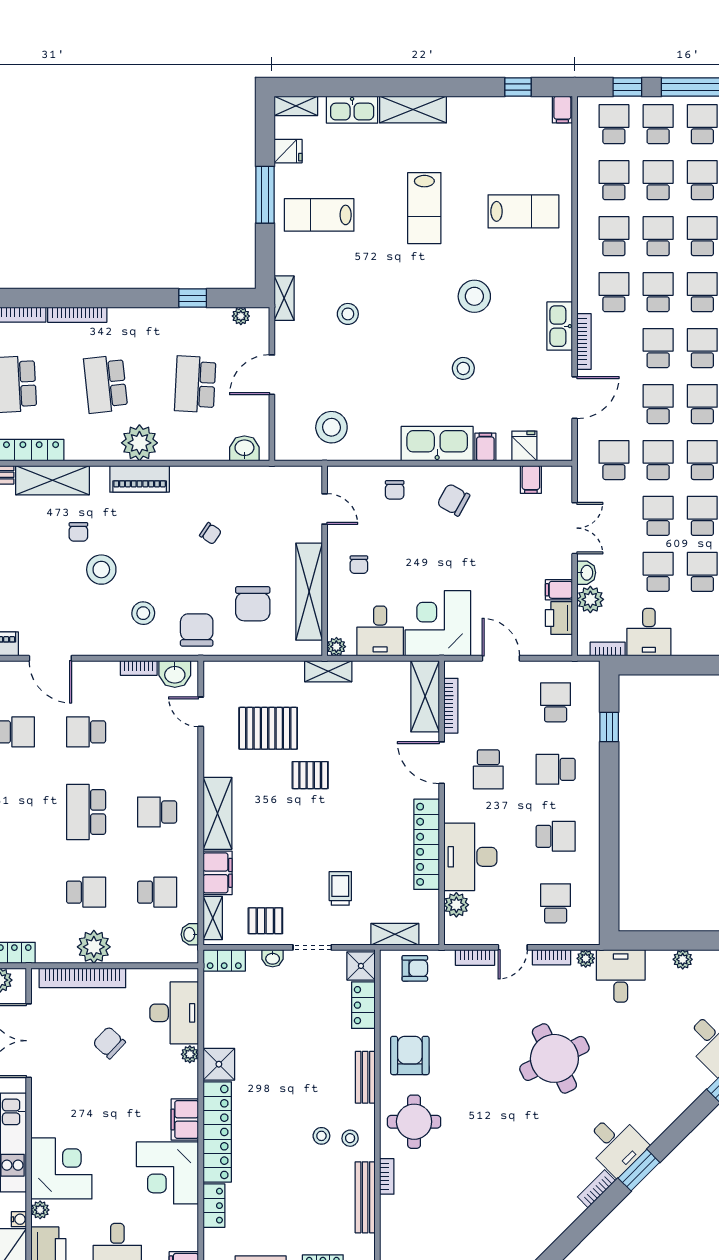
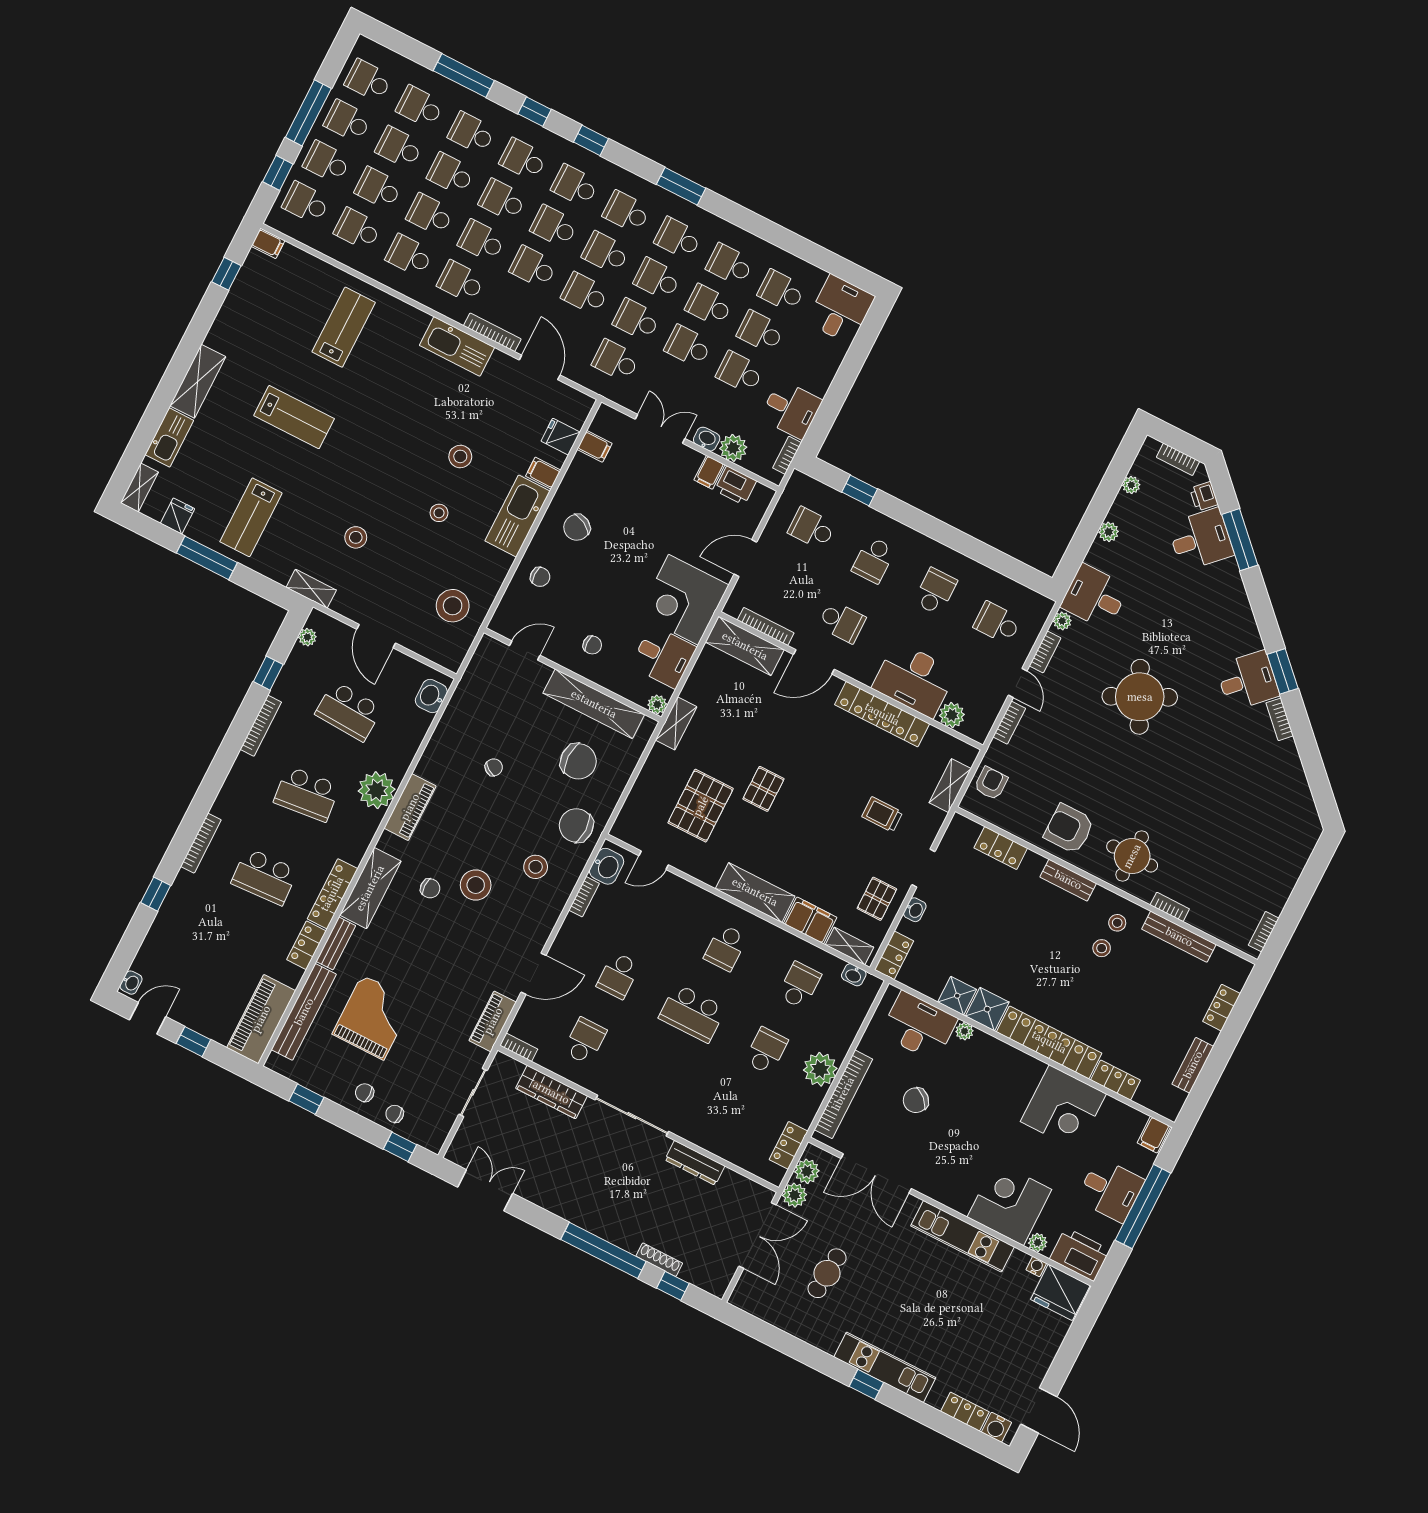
stool: (474, 296) -> (439, 513), moved, width x0.53, depth x0.53
bookcase: (77, 315) -> (261, 726), moved
kitchen sink: (560, 326) -> (457, 346), width x1.36, depth x1.24
shower: (361, 966) -> (957, 996), moved
filing cabinet: (185, 1119) -> (1022, 1067), removed

